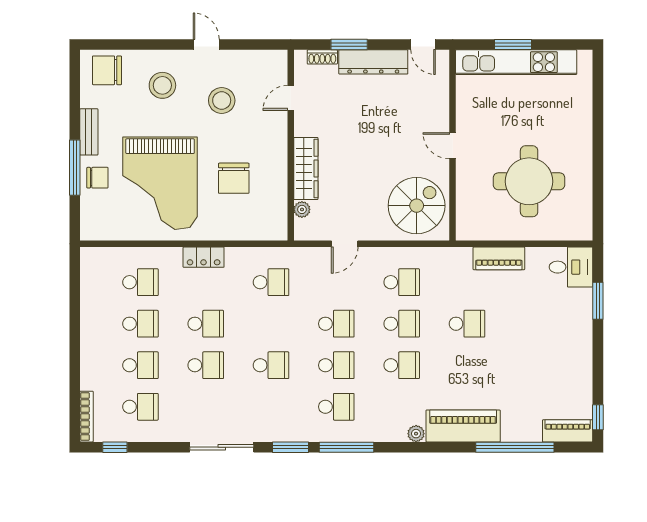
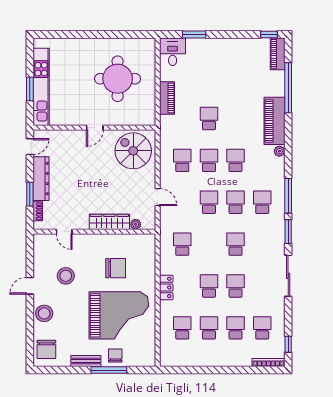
stool: (162, 85) -> (44, 313), moved

